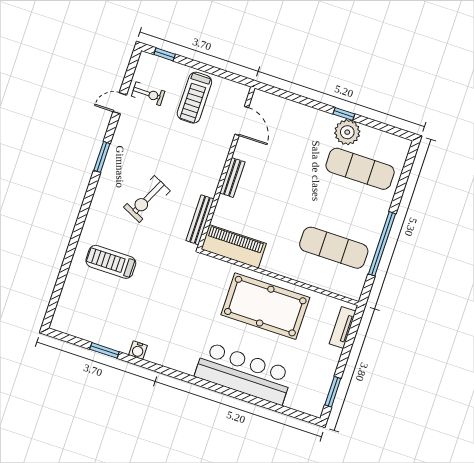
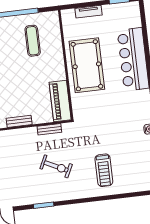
bench: (200, 220) -> (49, 129), width x0.73
exercise mat: (334, 248) -> (33, 41), width x0.73, depth x0.69
tv unit: (343, 327) -> (89, 12), moved

